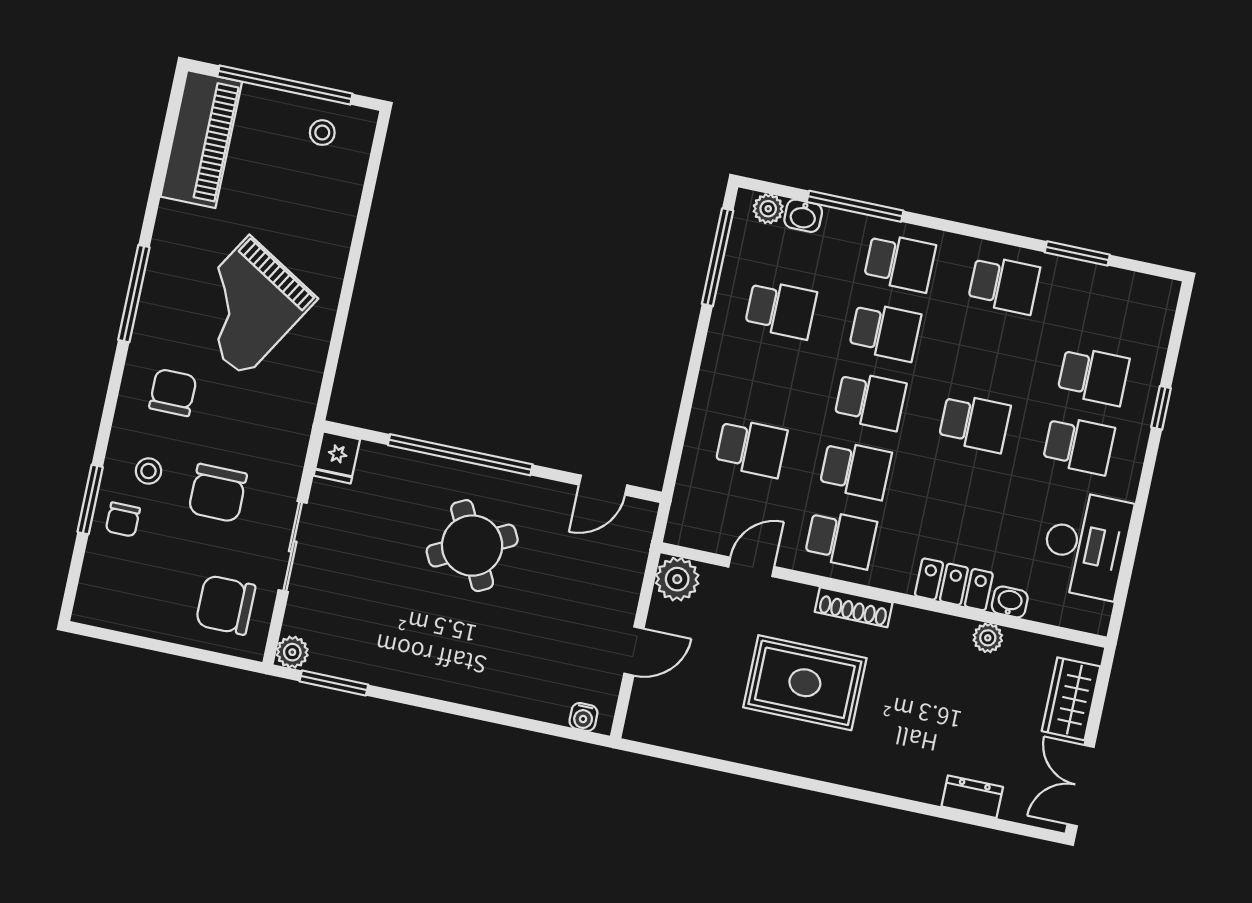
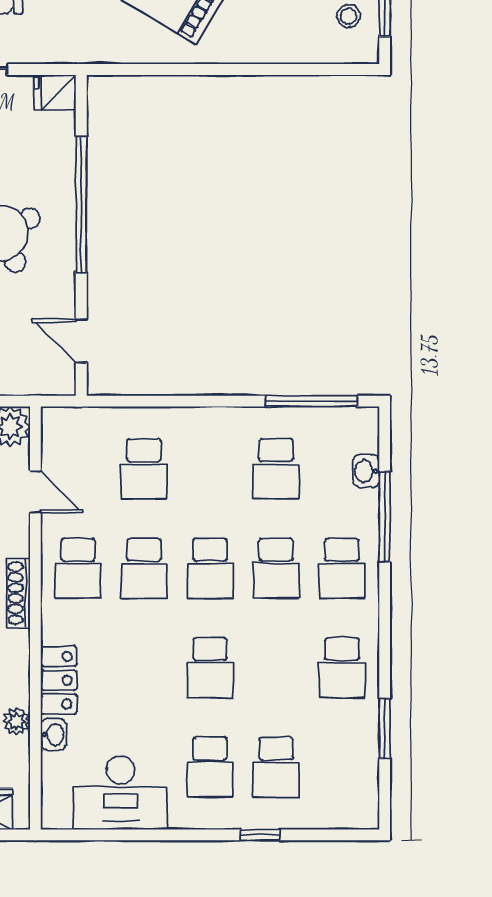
plant: (768, 209) -> (366, 438), removed

